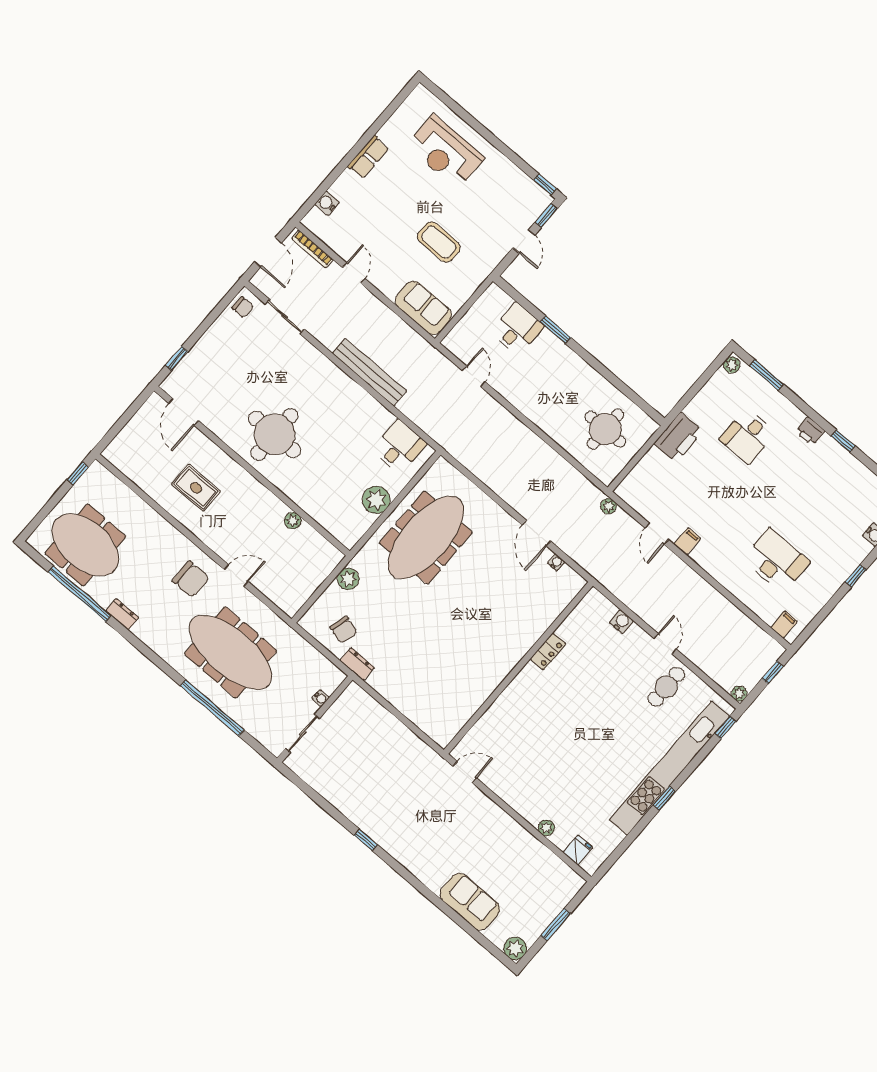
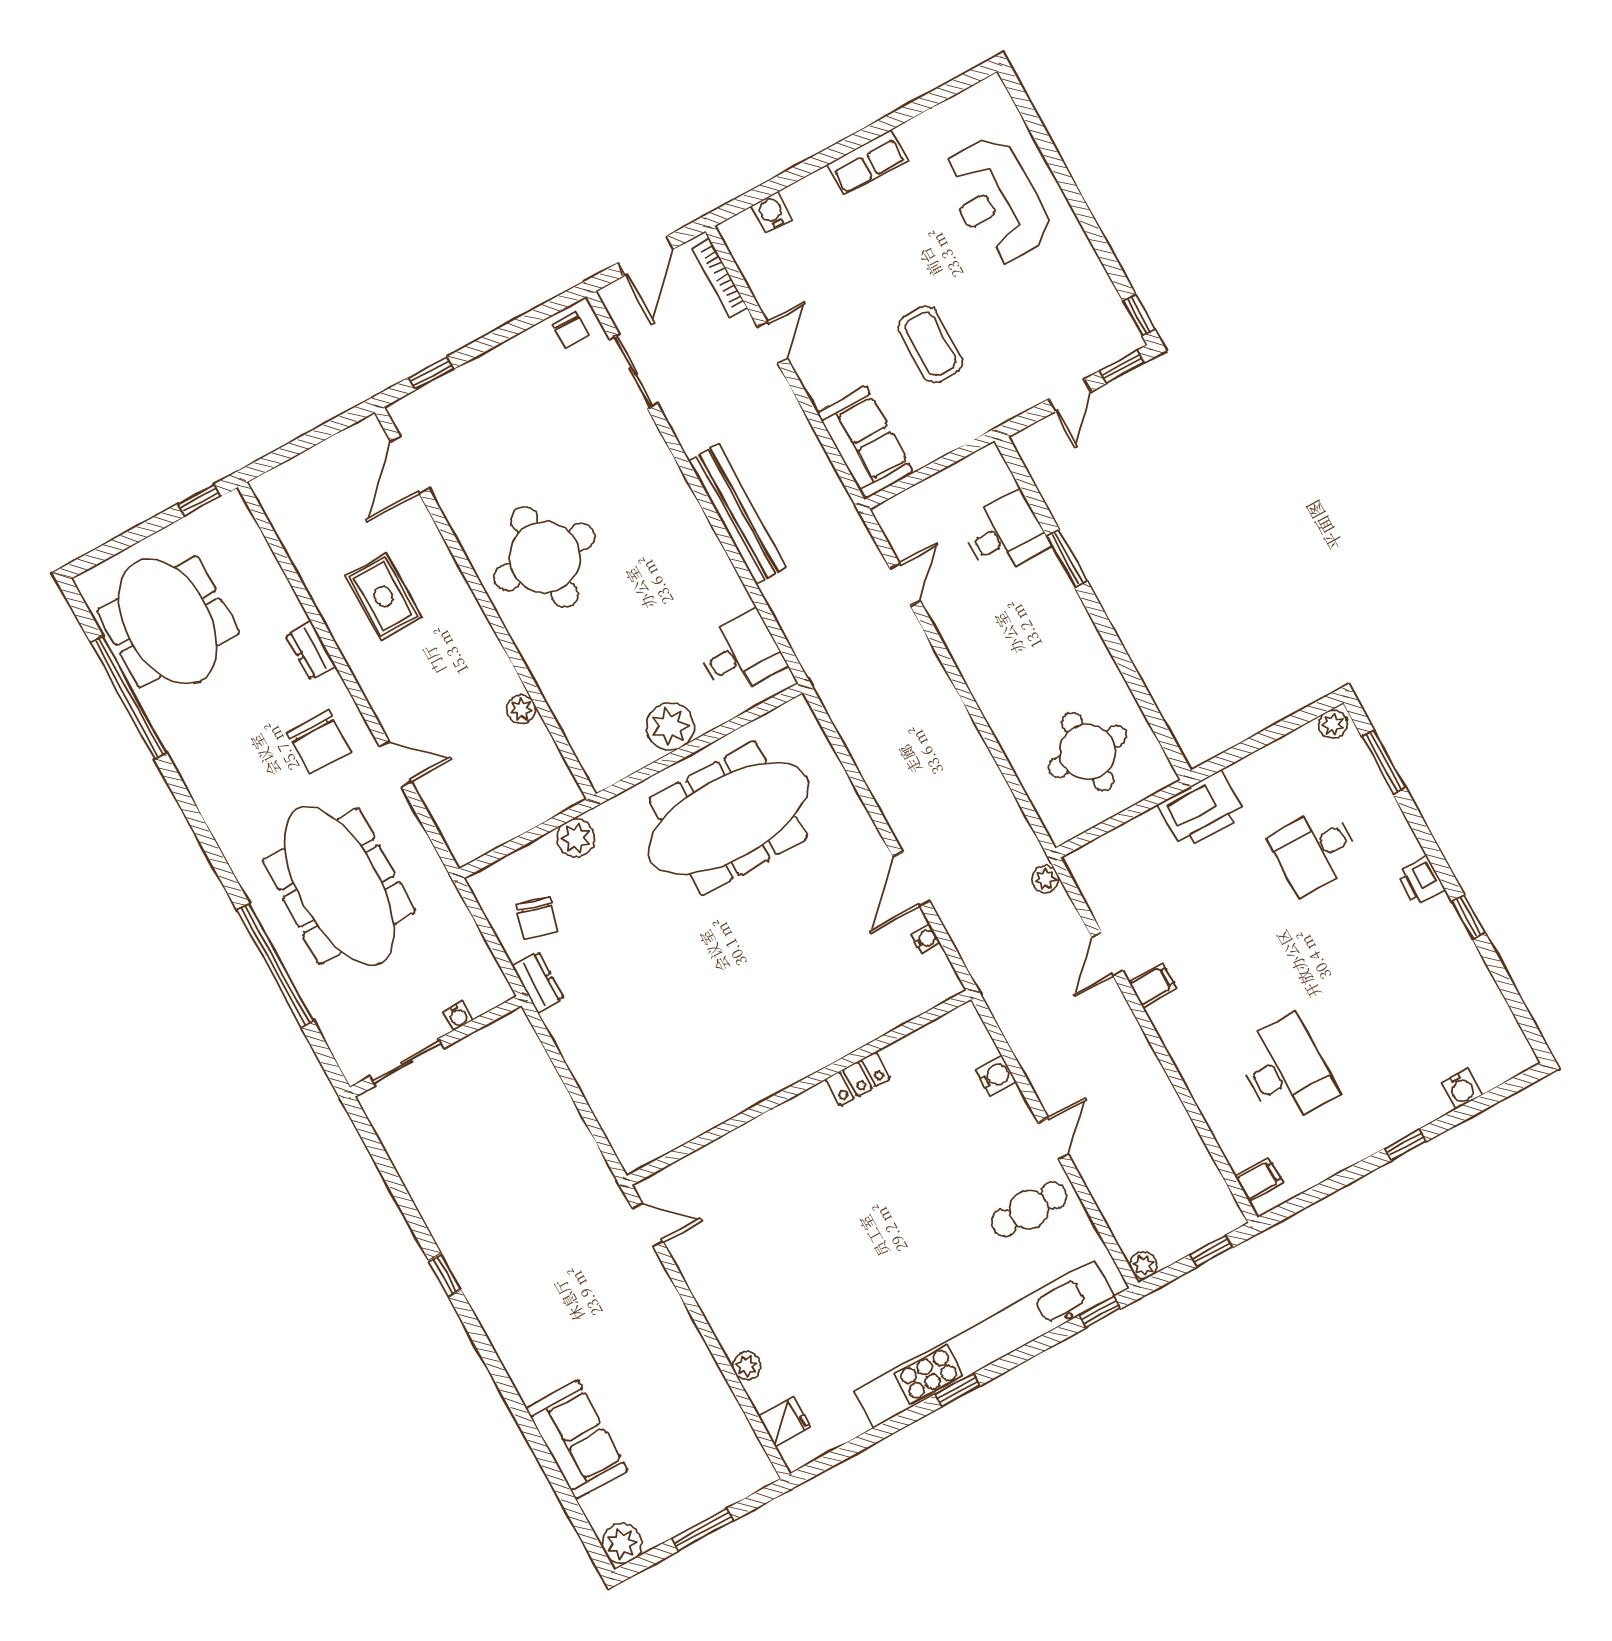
dresser: (122, 614) -> (311, 650), moved, turned 180

